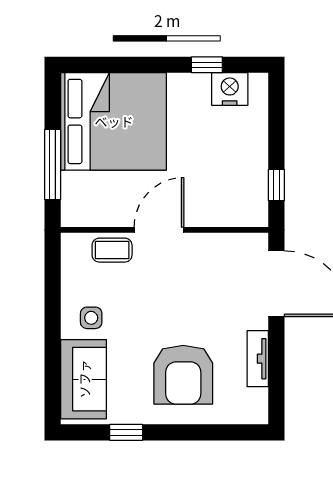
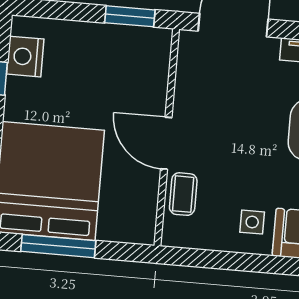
window: (53, 164) -> (58, 246), moved
window: (276, 185) -> (130, 16), width x1.50

